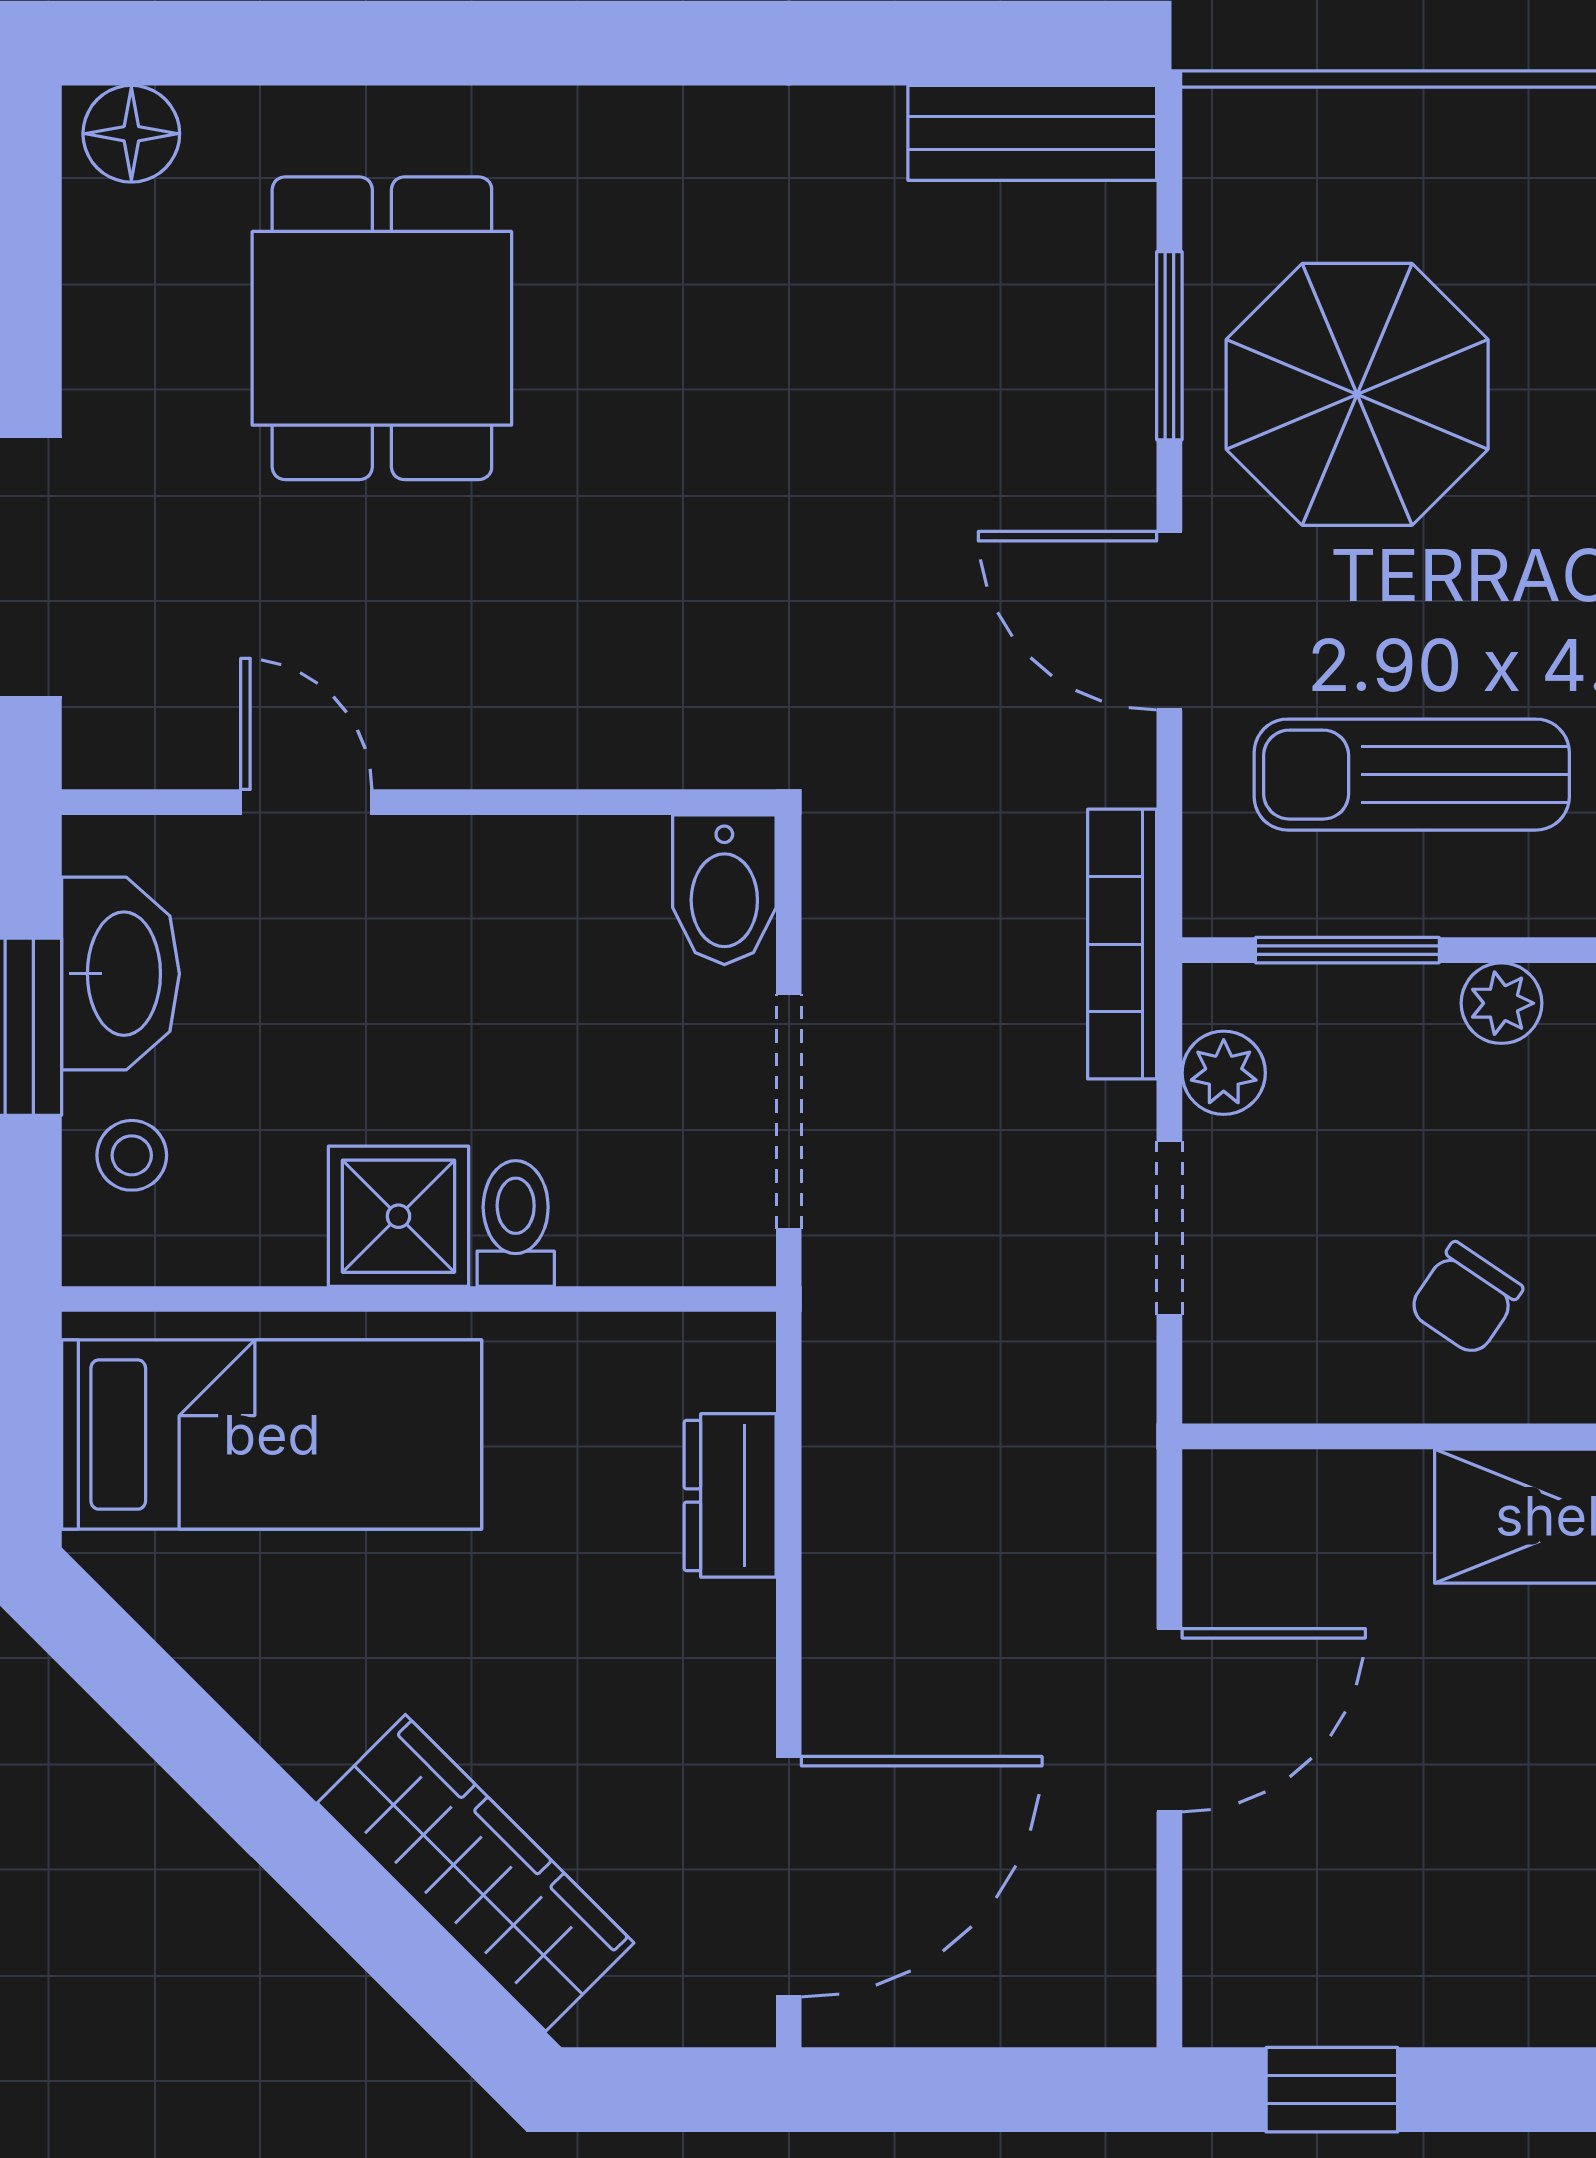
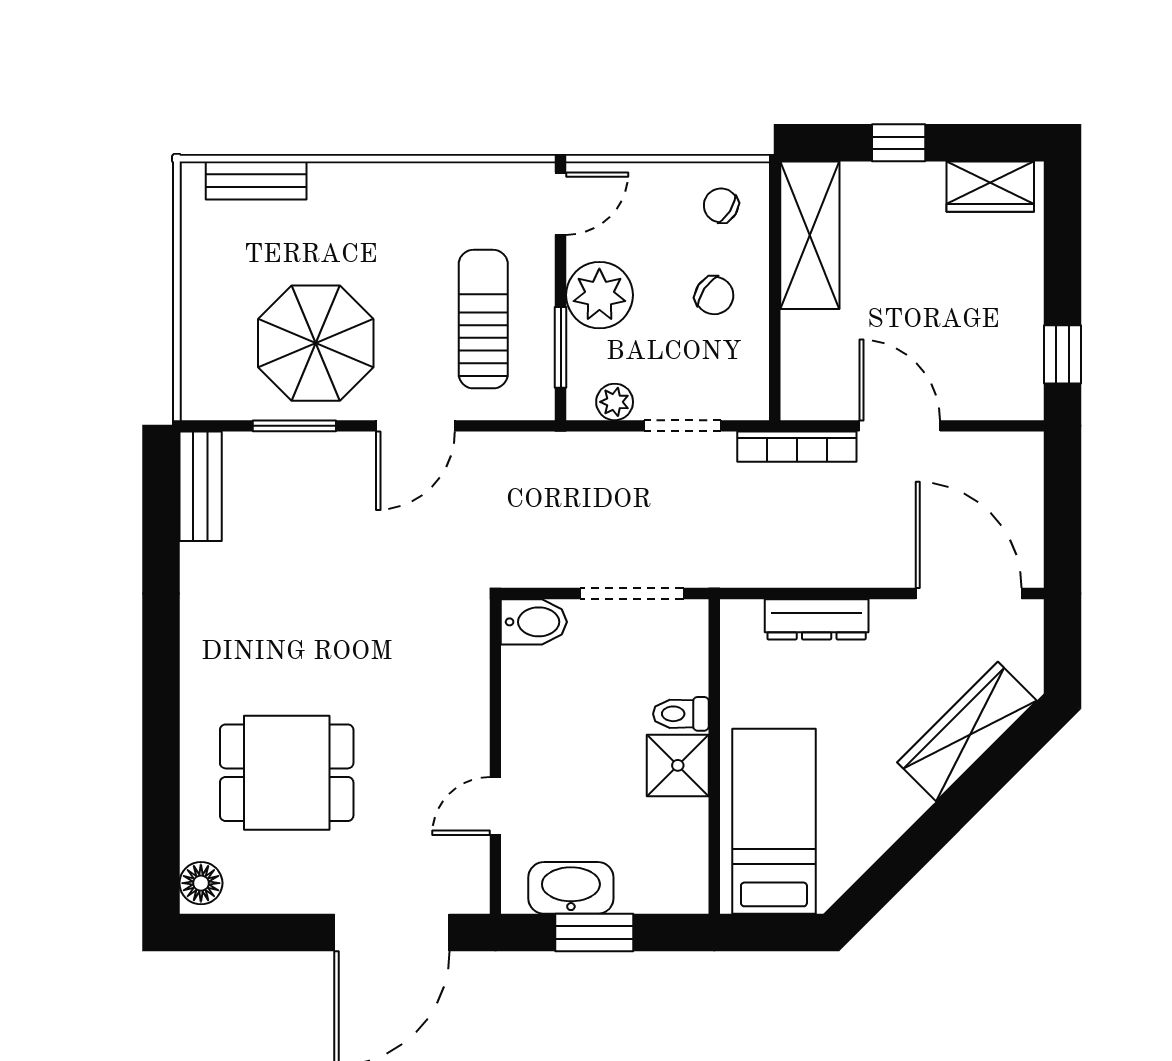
sun lounger: (1412, 775) -> (483, 319), turned 180
bookcase: (1122, 944) -> (797, 447), moved
plant: (1501, 1003) -> (599, 295), width x1.87, depth x1.87
stool: (132, 1155) -> (651, 883), removed
dresser: (730, 1495) -> (817, 619), width x1.44

